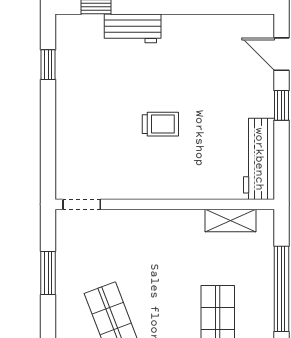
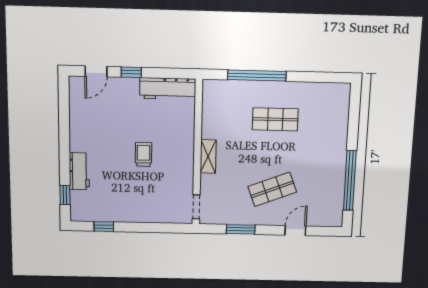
shelving: (230, 220) -> (208, 156), moved

